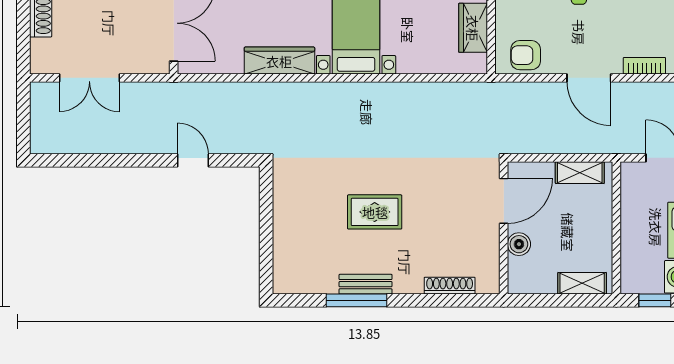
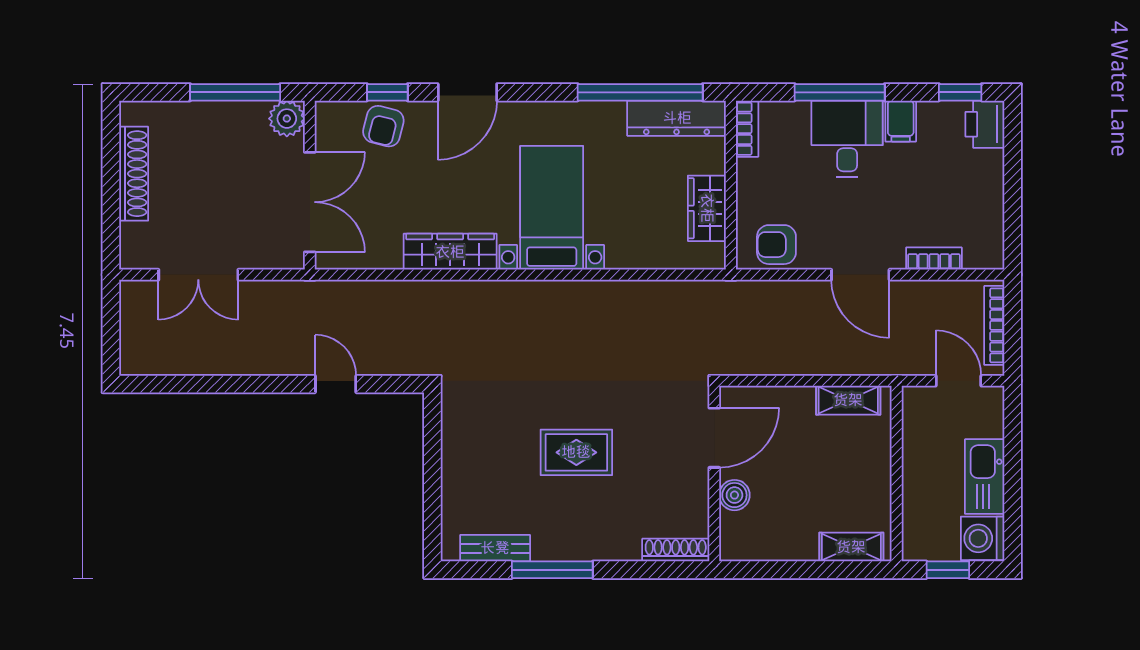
door: (504, 201) -> (714, 438), moved
wall: (504, 228) -> (714, 474), moved
boiler: (519, 244) -> (734, 495), moved
bench: (366, 284) -> (495, 548), moved

